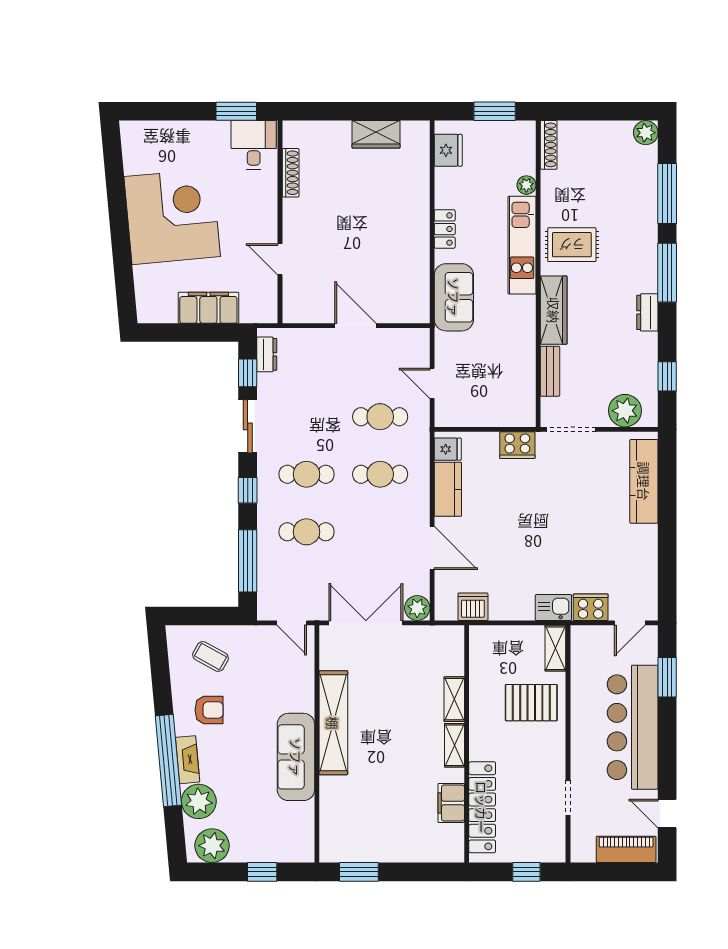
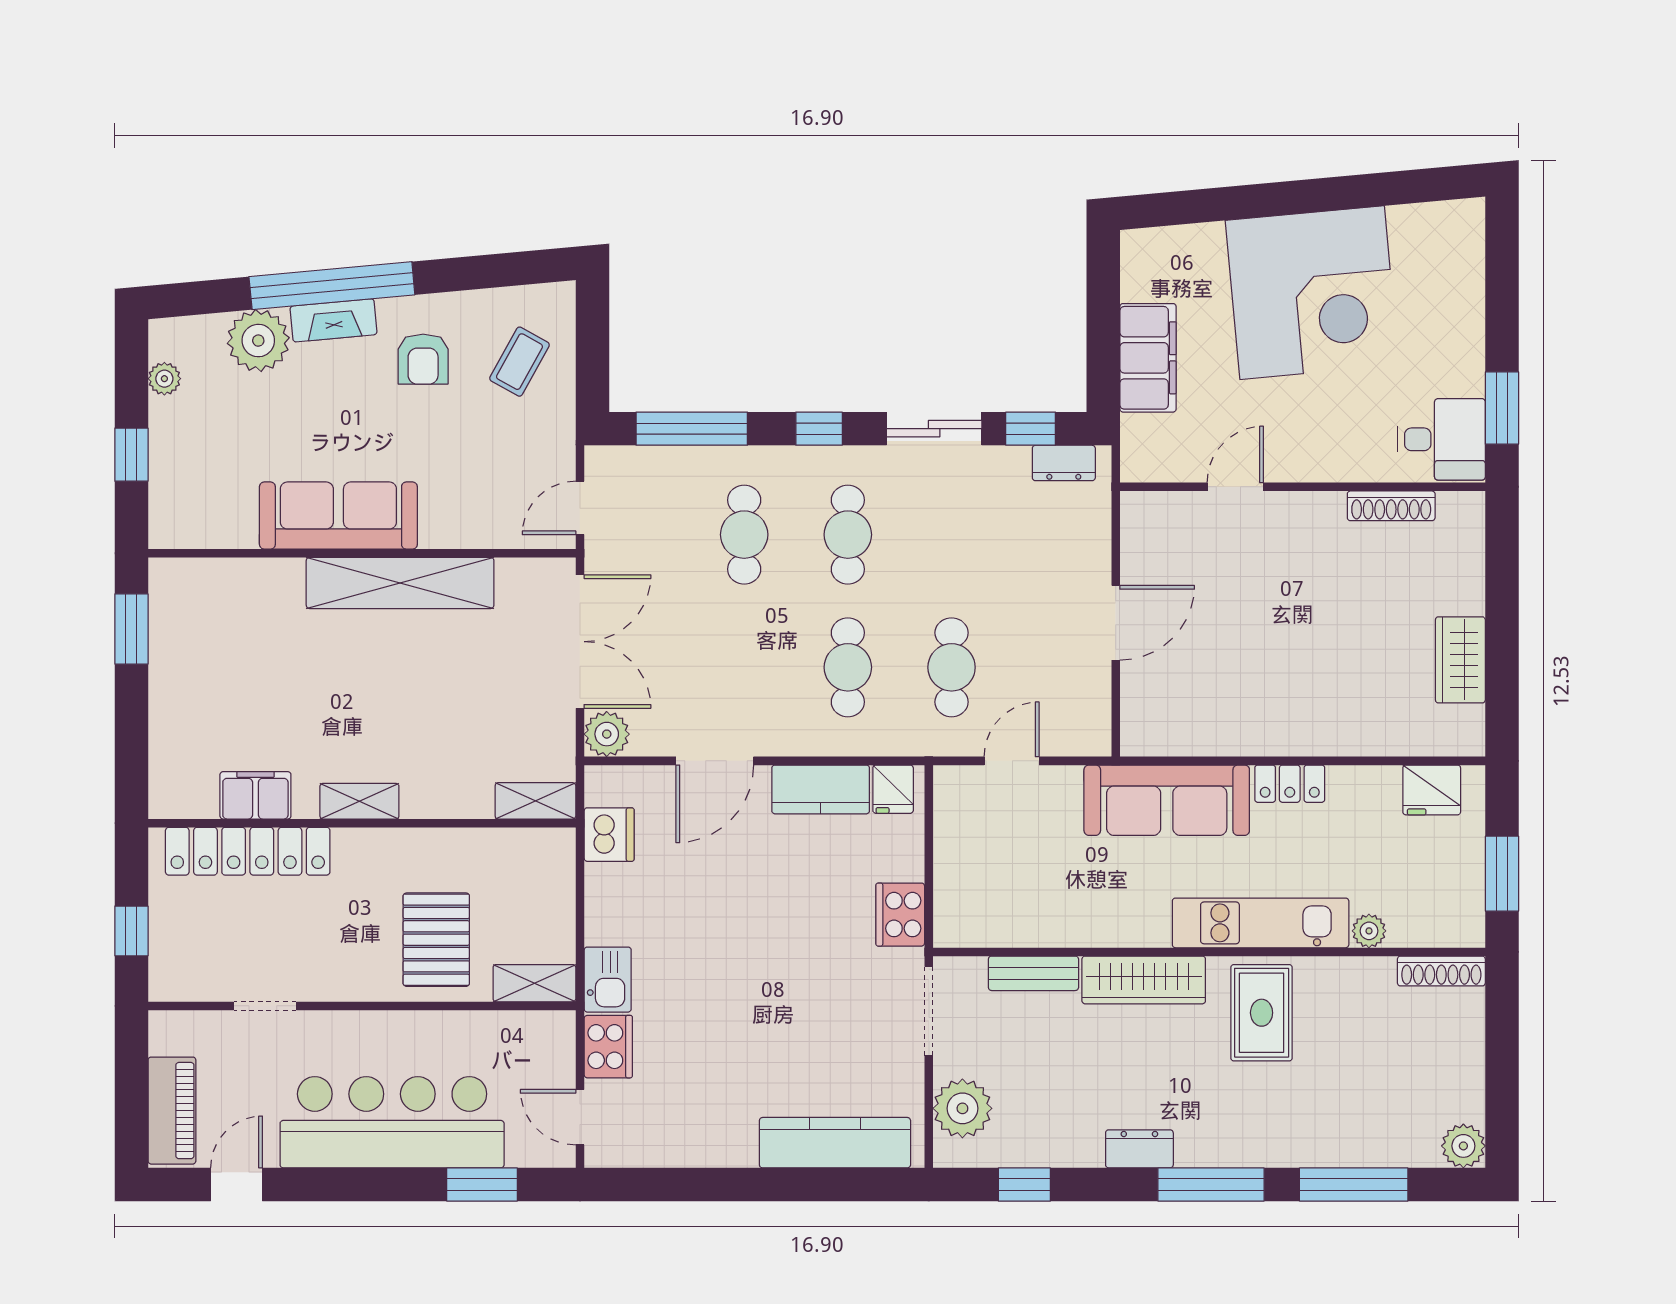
sofa: (454, 297) -> (1167, 800), width x1.36
shelving: (454, 699) -> (535, 801), moved
plant: (212, 846) -> (164, 379), width x0.53, depth x0.53

